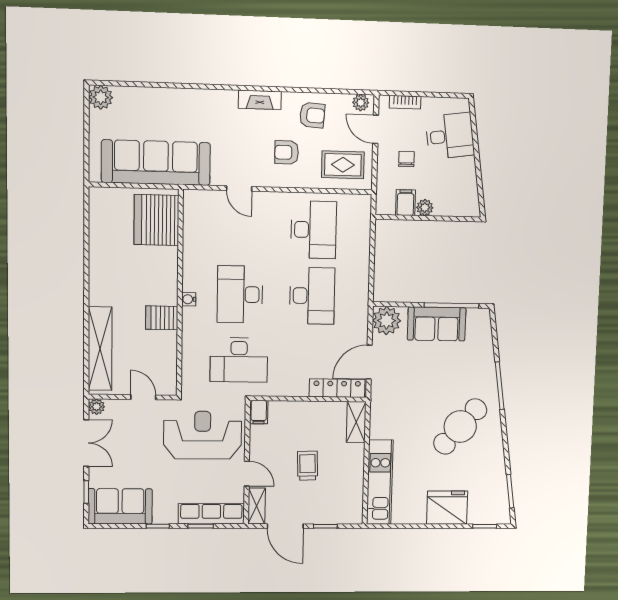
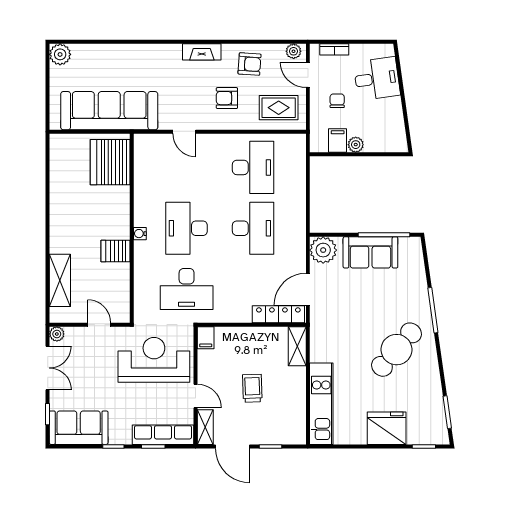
shelving: (100, 349) -> (60, 280), width x0.68

